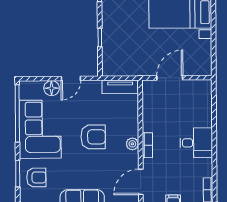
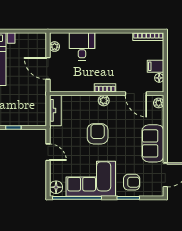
plant: (196, 85) -> (55, 47), added
floor lamp: (52, 88) -> (56, 187), moved
desk: (196, 143) -> (82, 46), moved
armchair: (36, 177) -> (132, 182), turned 90

